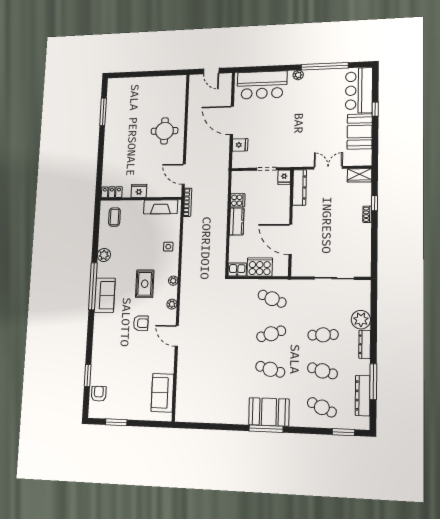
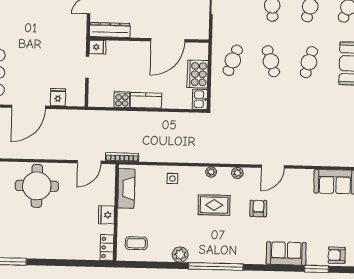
round table: (165, 131) -> (37, 186), width x1.36, depth x1.36
sofa: (105, 295) -> (286, 253), moved

